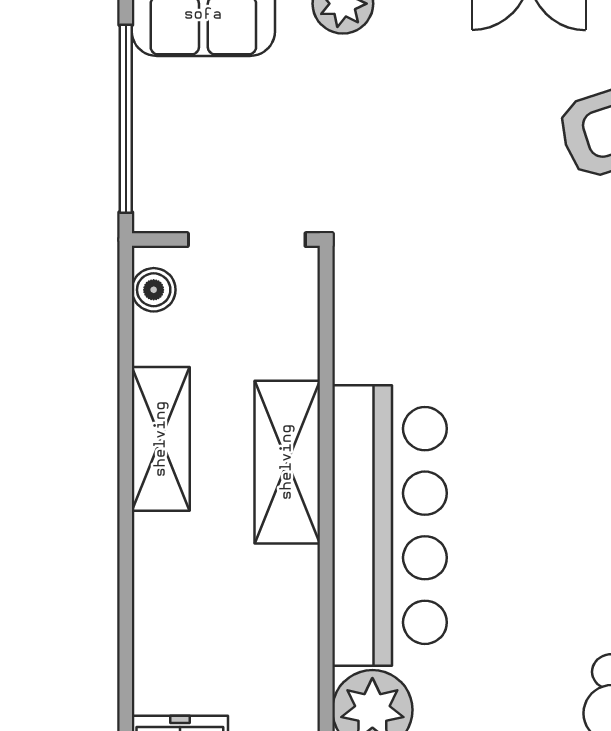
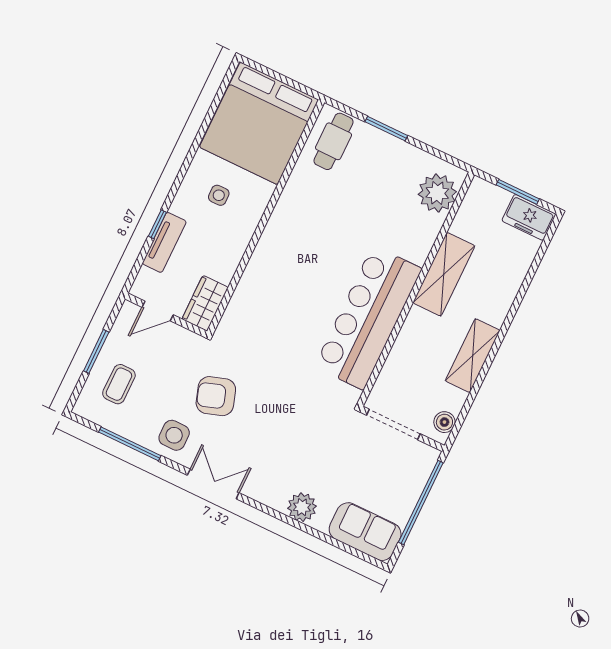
shelving: (287, 462) -> (444, 274), moved
bar counter: (389, 525) -> (368, 318), moved

